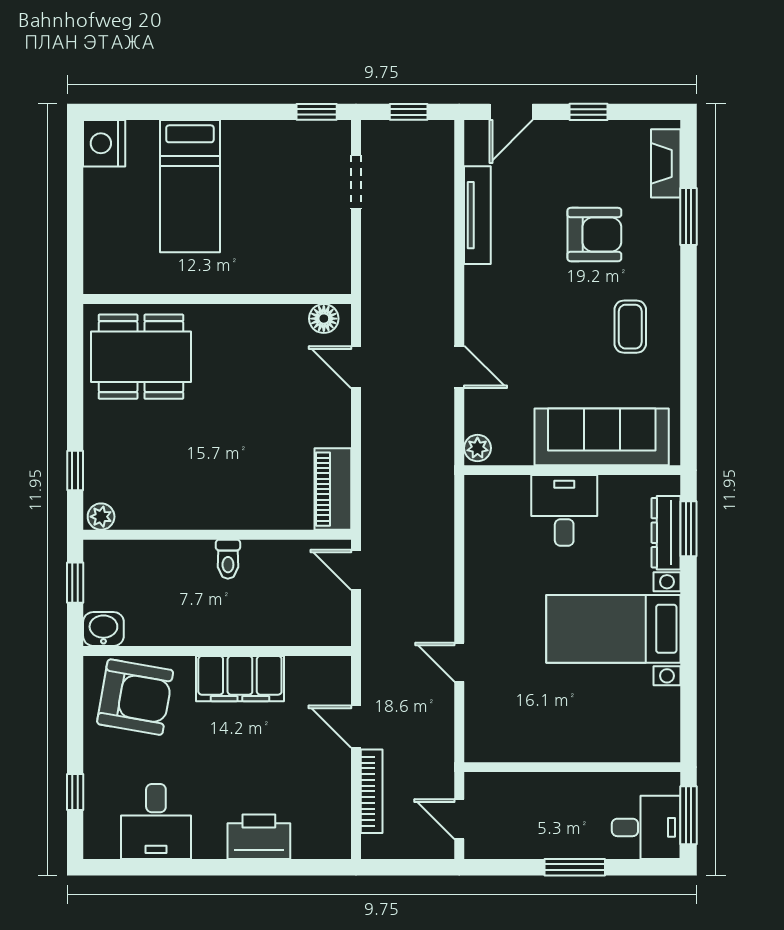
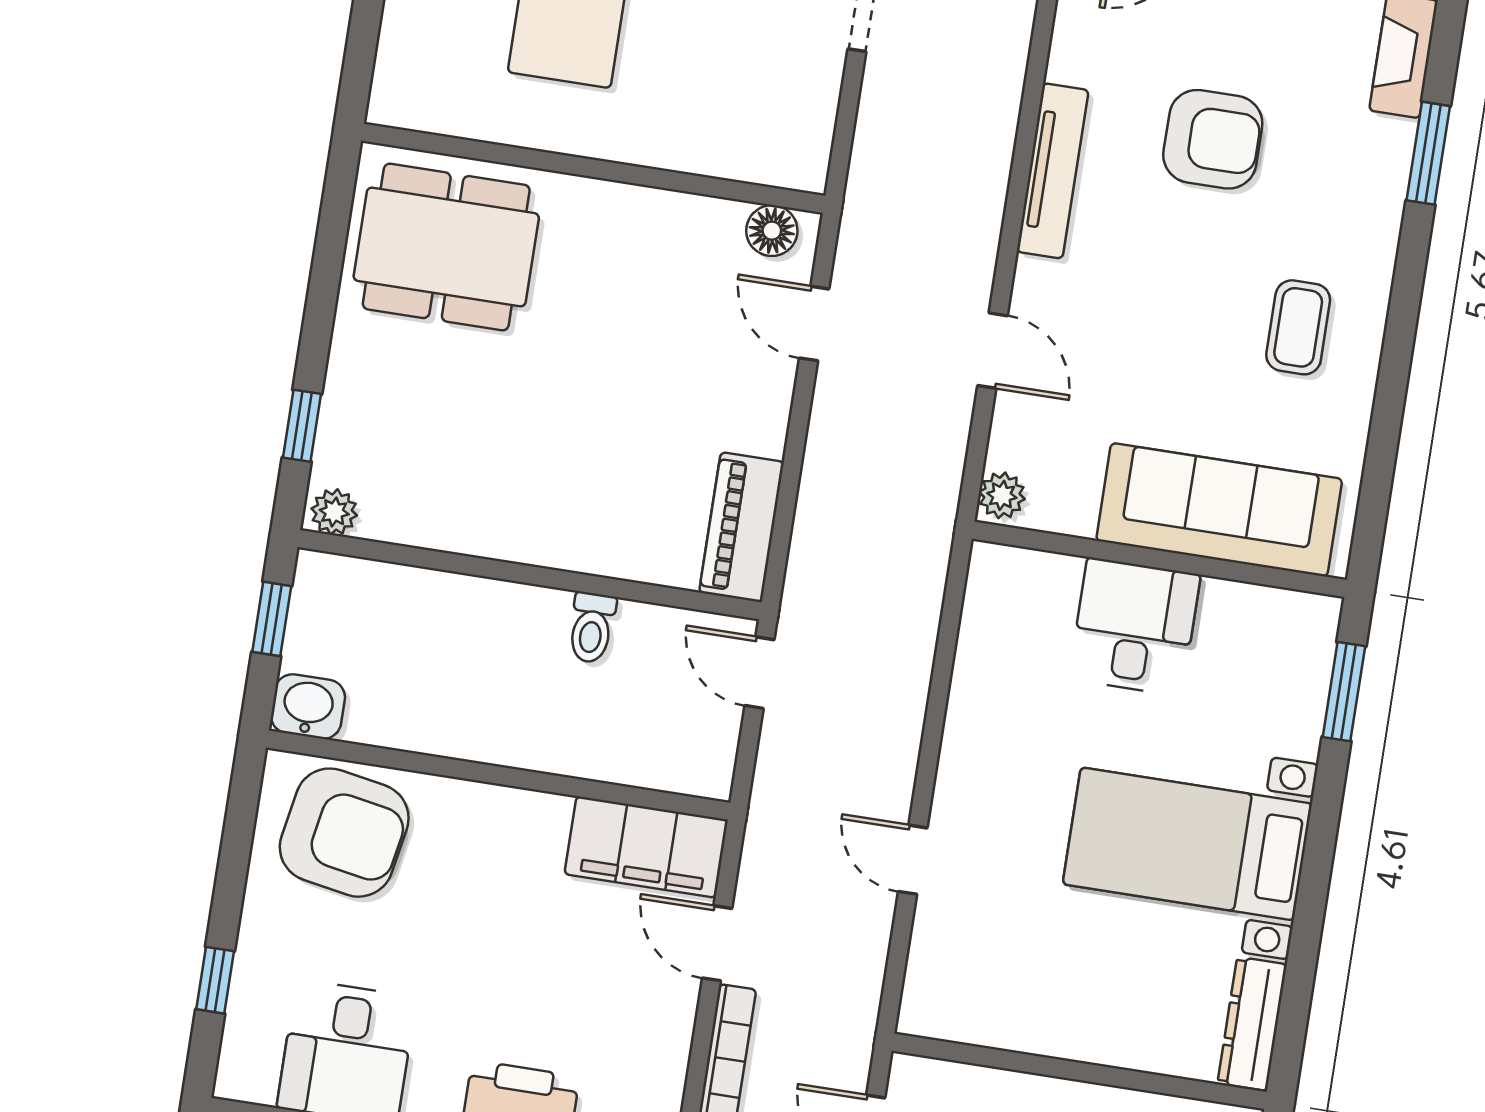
tv unit: (477, 215) -> (1053, 171), moved
armchair: (594, 235) -> (1213, 139), moved
dresser: (666, 533) -> (1252, 1024), moved
toilet: (228, 559) -> (592, 628), moved
filing cabinet: (240, 679) -> (646, 847), moved

